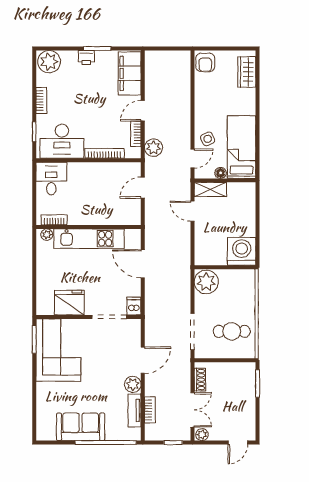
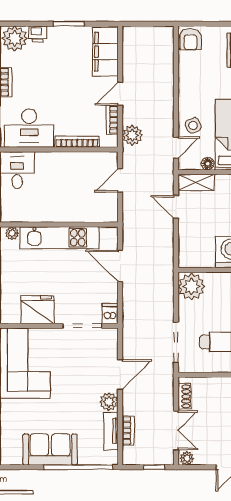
printer: (86, 58) -> (38, 34), moved
bookcase: (54, 220) -> (20, 217), removed

